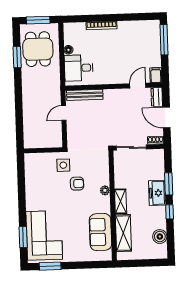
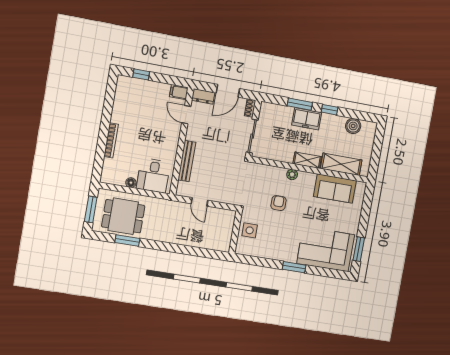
window: (164, 40) -> (141, 74), width x0.46
bench: (85, 95) -> (187, 161), moved
side table: (63, 165) -> (250, 230), moved
window: (23, 237) -> (294, 267), moved

